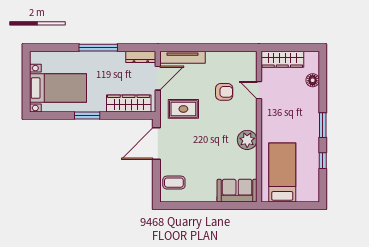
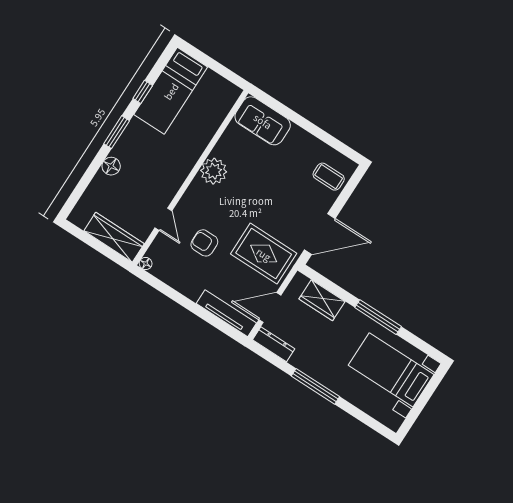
floor lamp: (252, 56) -> (146, 264), added
floor lamp: (313, 80) -> (111, 166), moved
wardrobe: (129, 103) -> (322, 300), width x0.67
rug: (183, 109) -> (264, 254), width x1.36, depth x1.43
window: (87, 115) -> (378, 317), width x1.44
bed: (282, 173) -> (171, 91), moved

